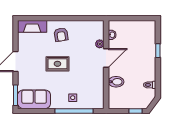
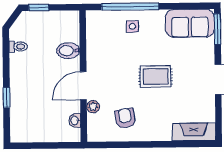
armchair: (61, 35) -> (125, 118), moved

